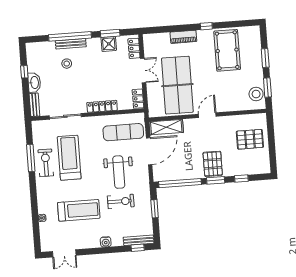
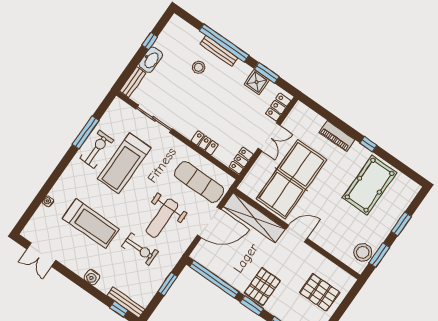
locker: (102, 106) -> (205, 143), width x0.66
shelving: (166, 127) -> (254, 218), width x1.47
treadmill: (69, 158) -> (124, 163), turned 180

